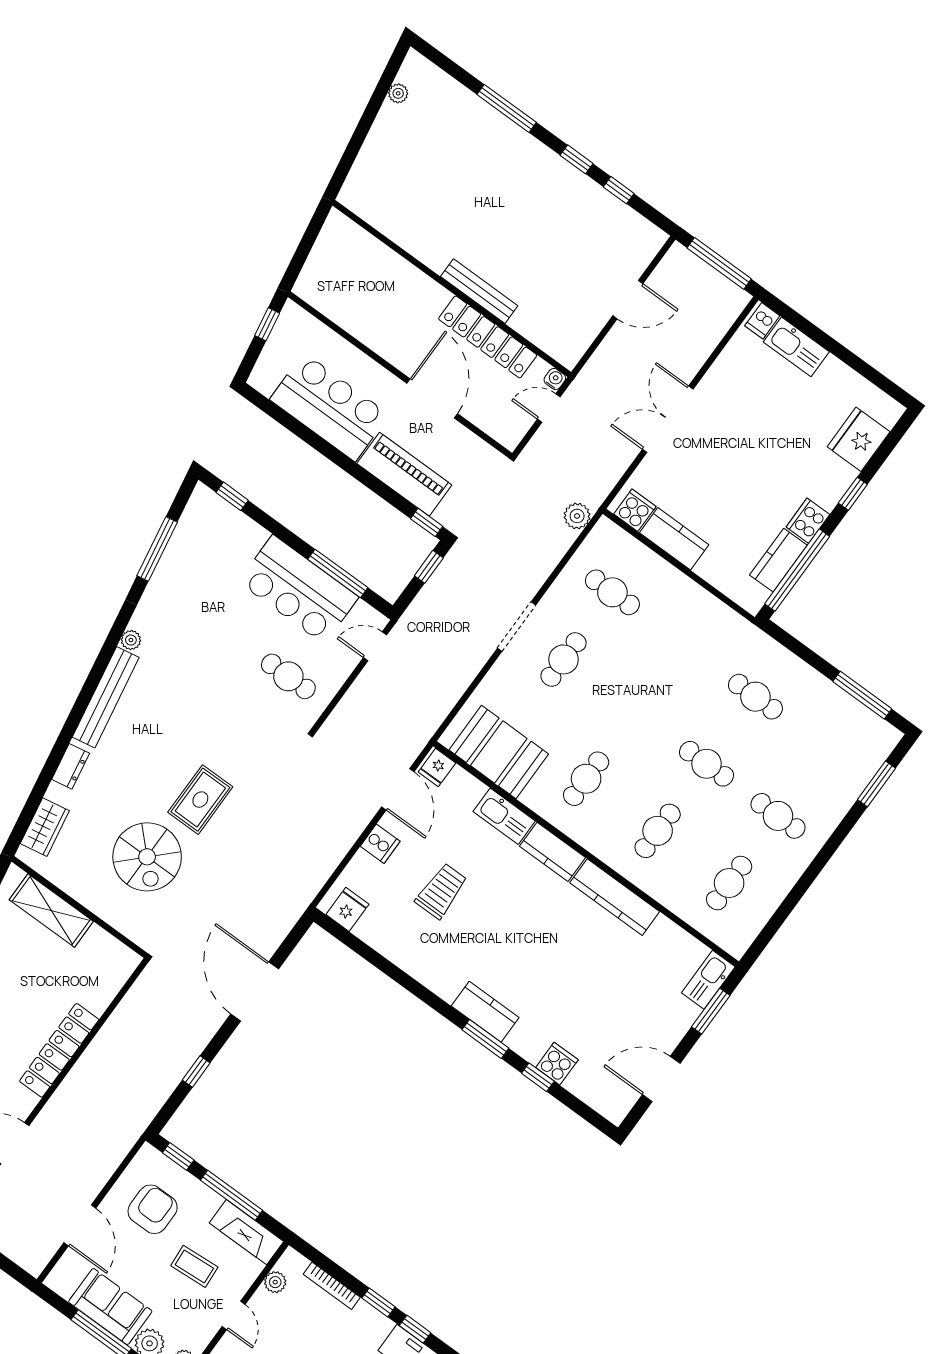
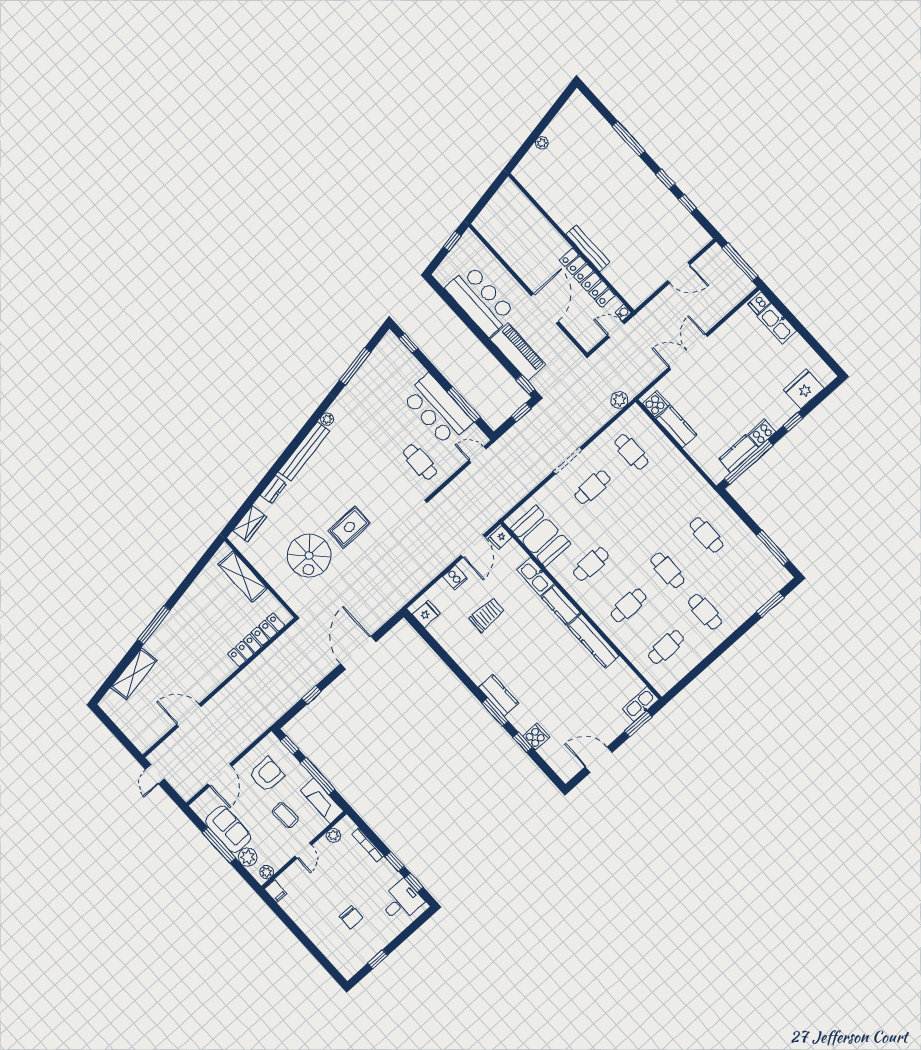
plant: (398, 93) -> (542, 143), moved
locker: (59, 1050) -> (256, 640), moved

